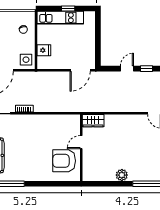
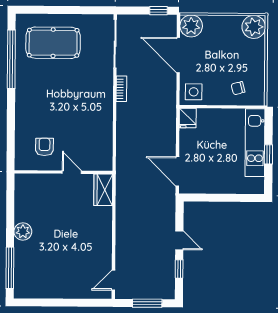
fridge: (44, 50) -> (188, 118), moved
armchair: (64, 161) -> (44, 147), width x0.53, depth x0.53

